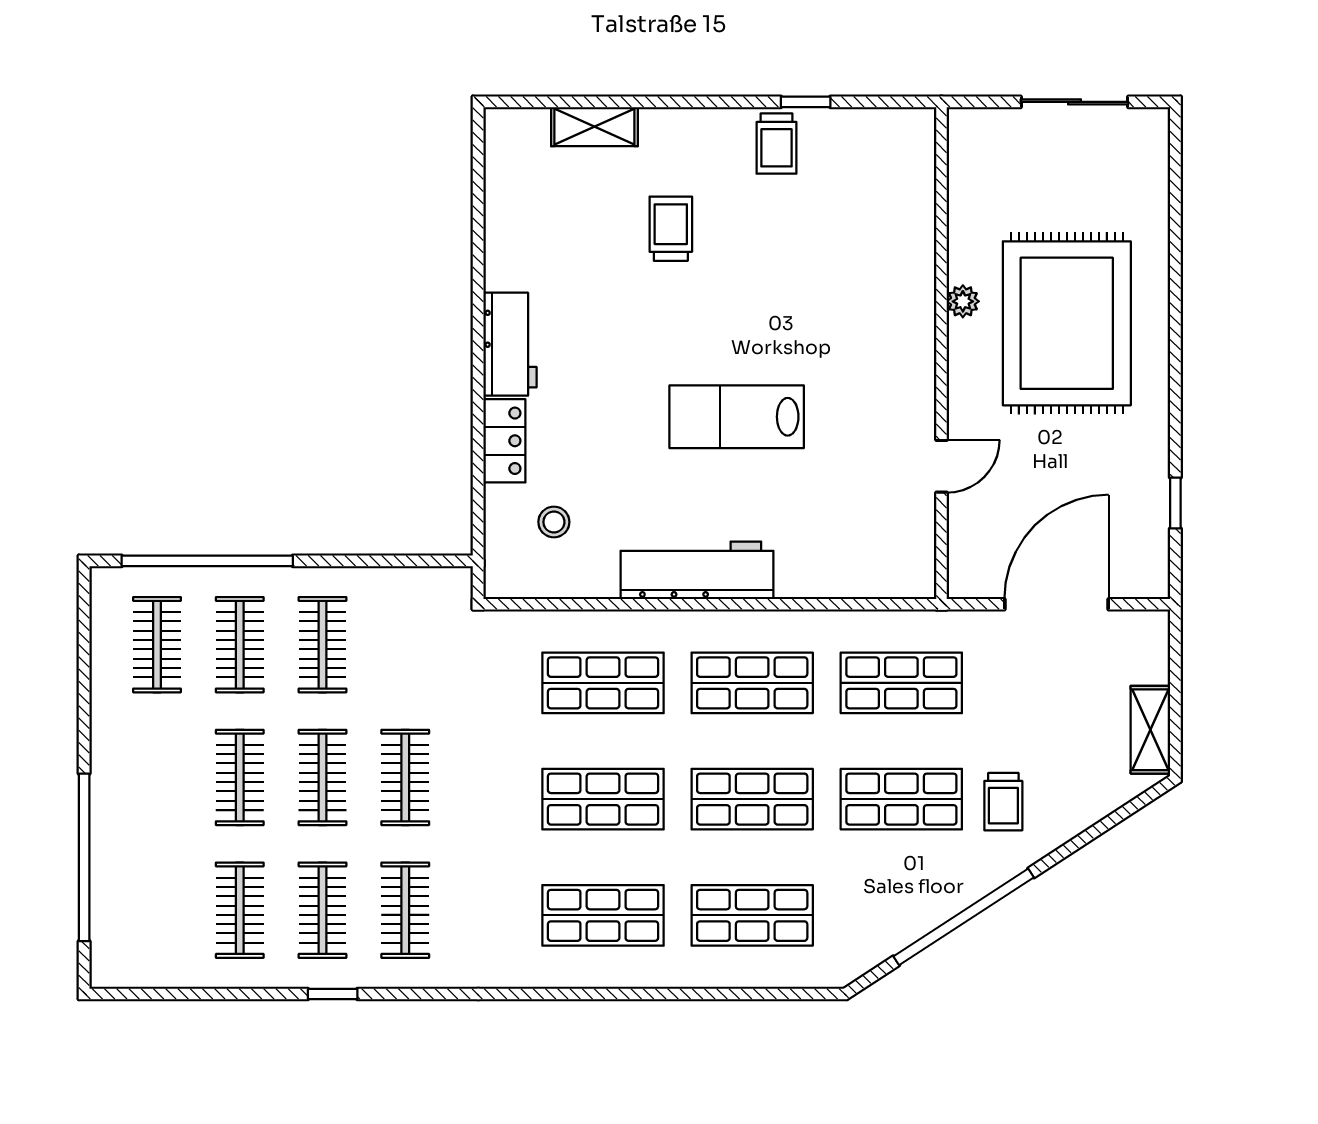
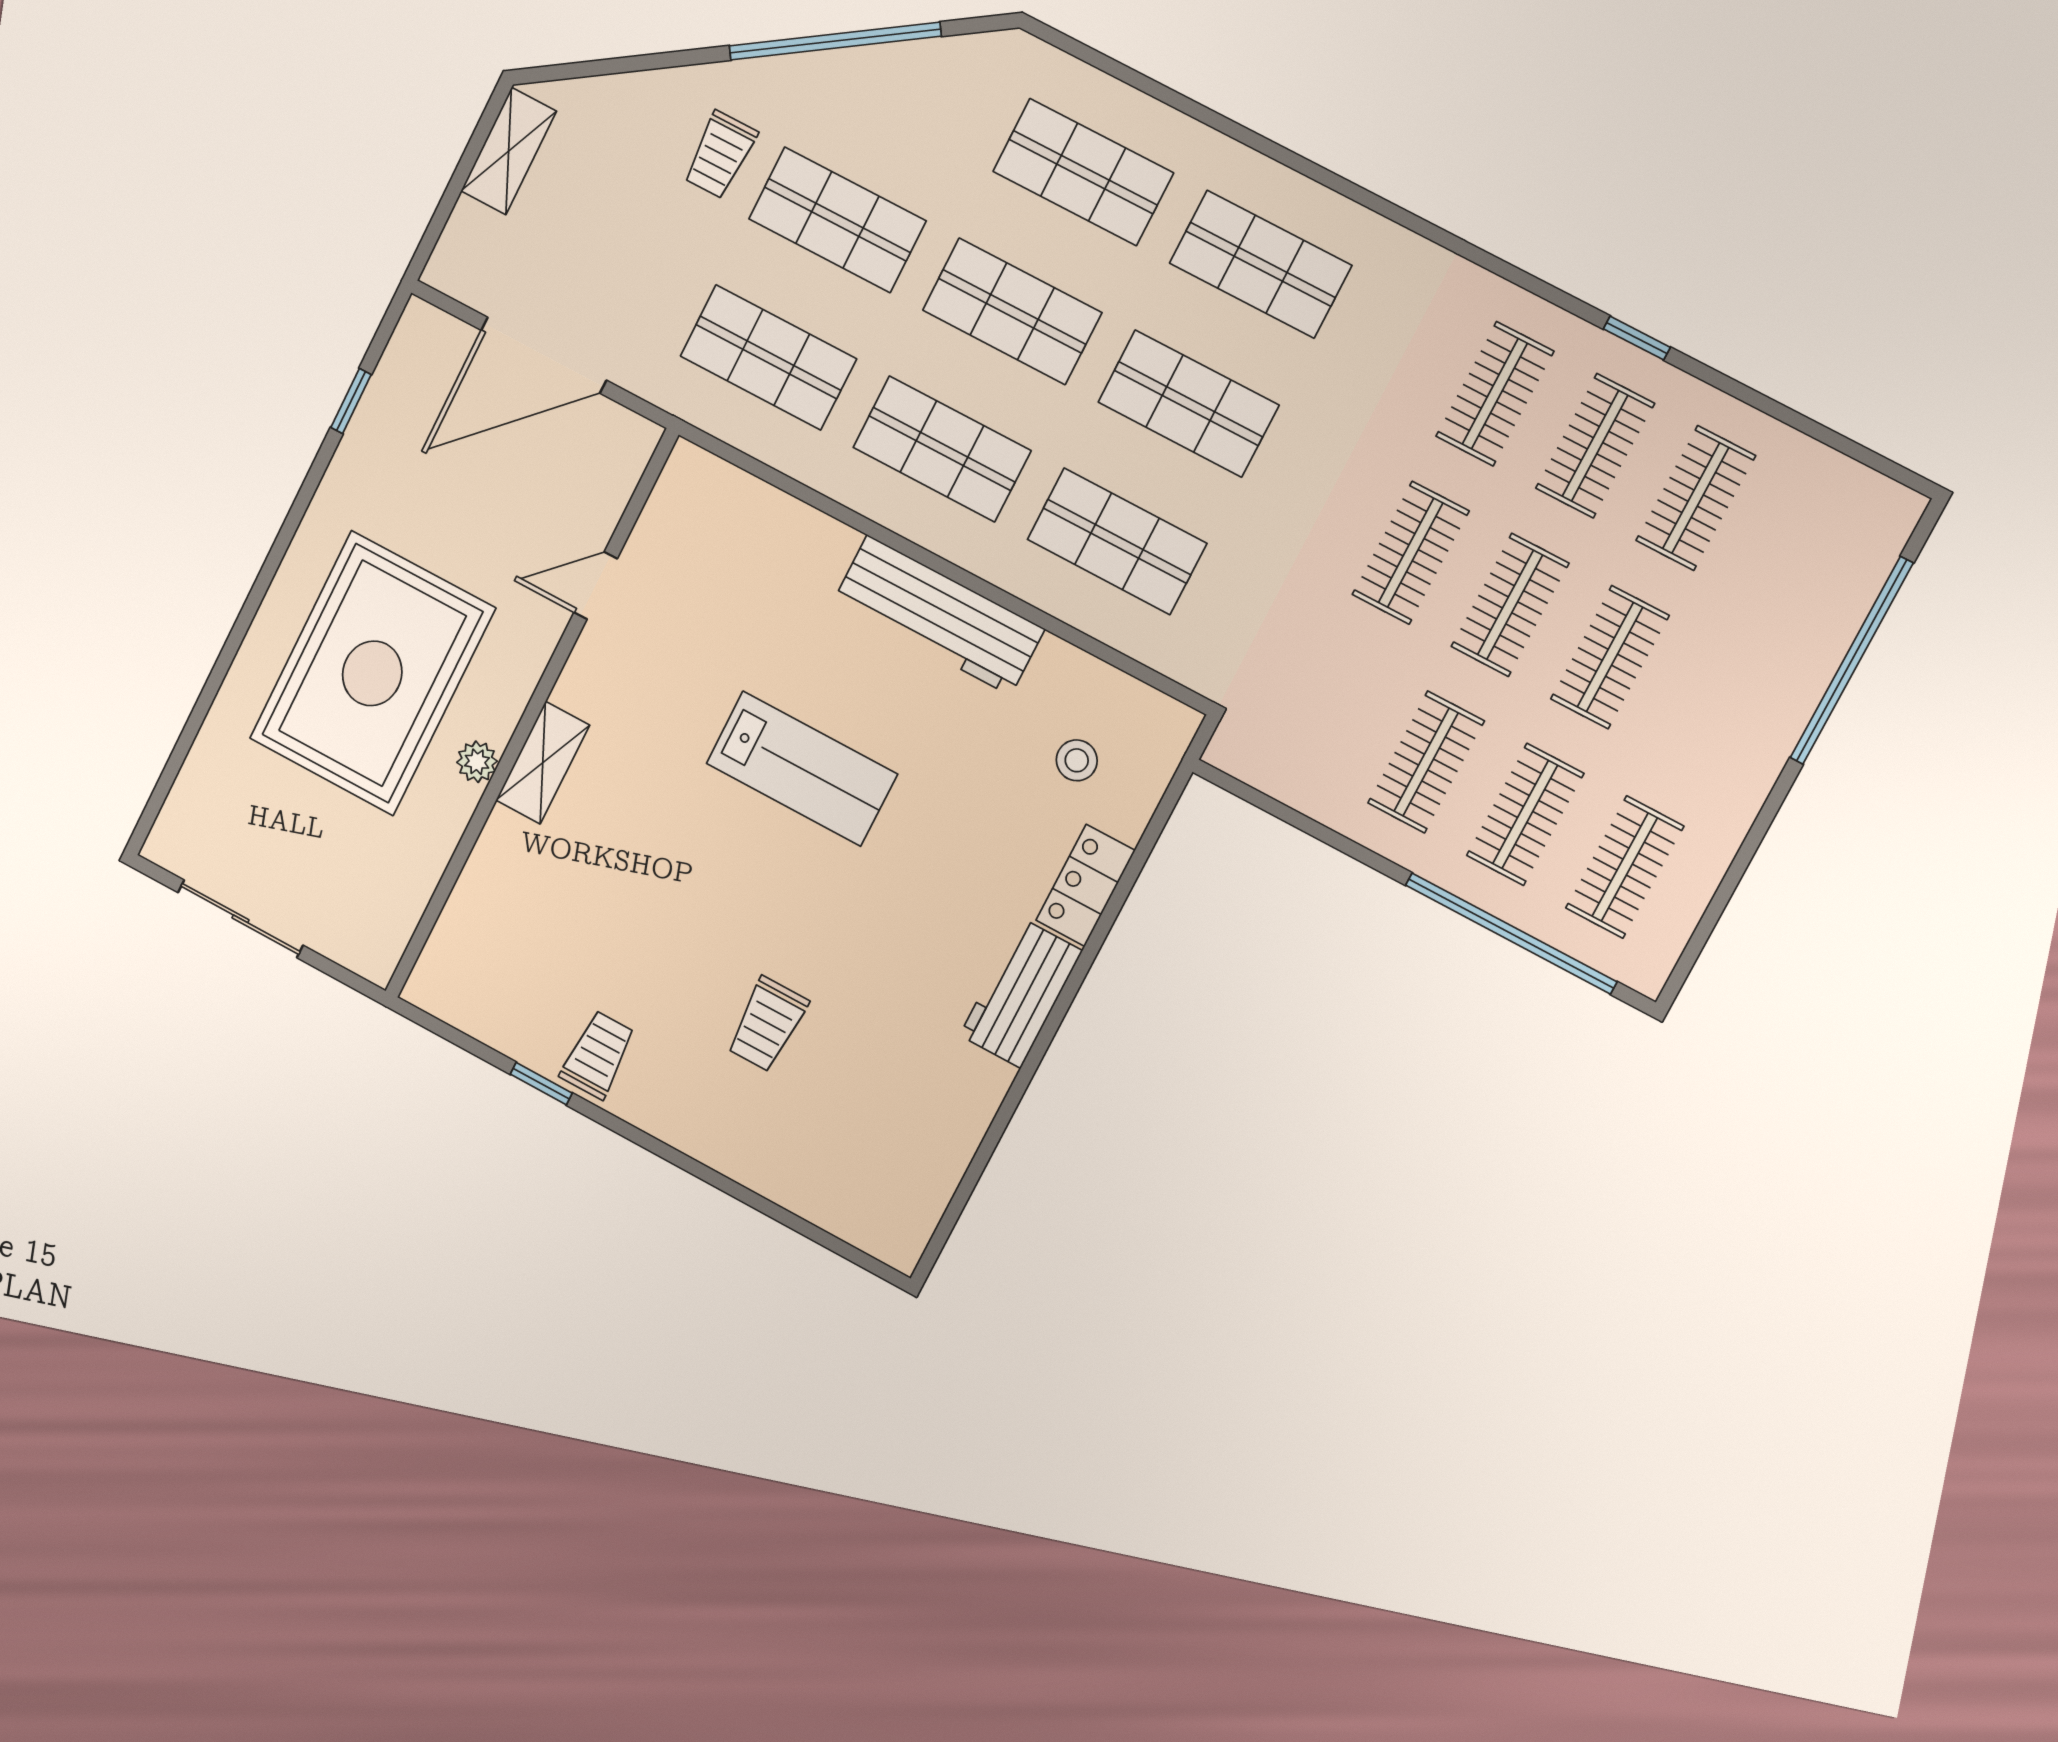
shelving: (594, 127) -> (543, 763), moved, turned 90
trolley: (1003, 802) -> (720, 155), turned 180

